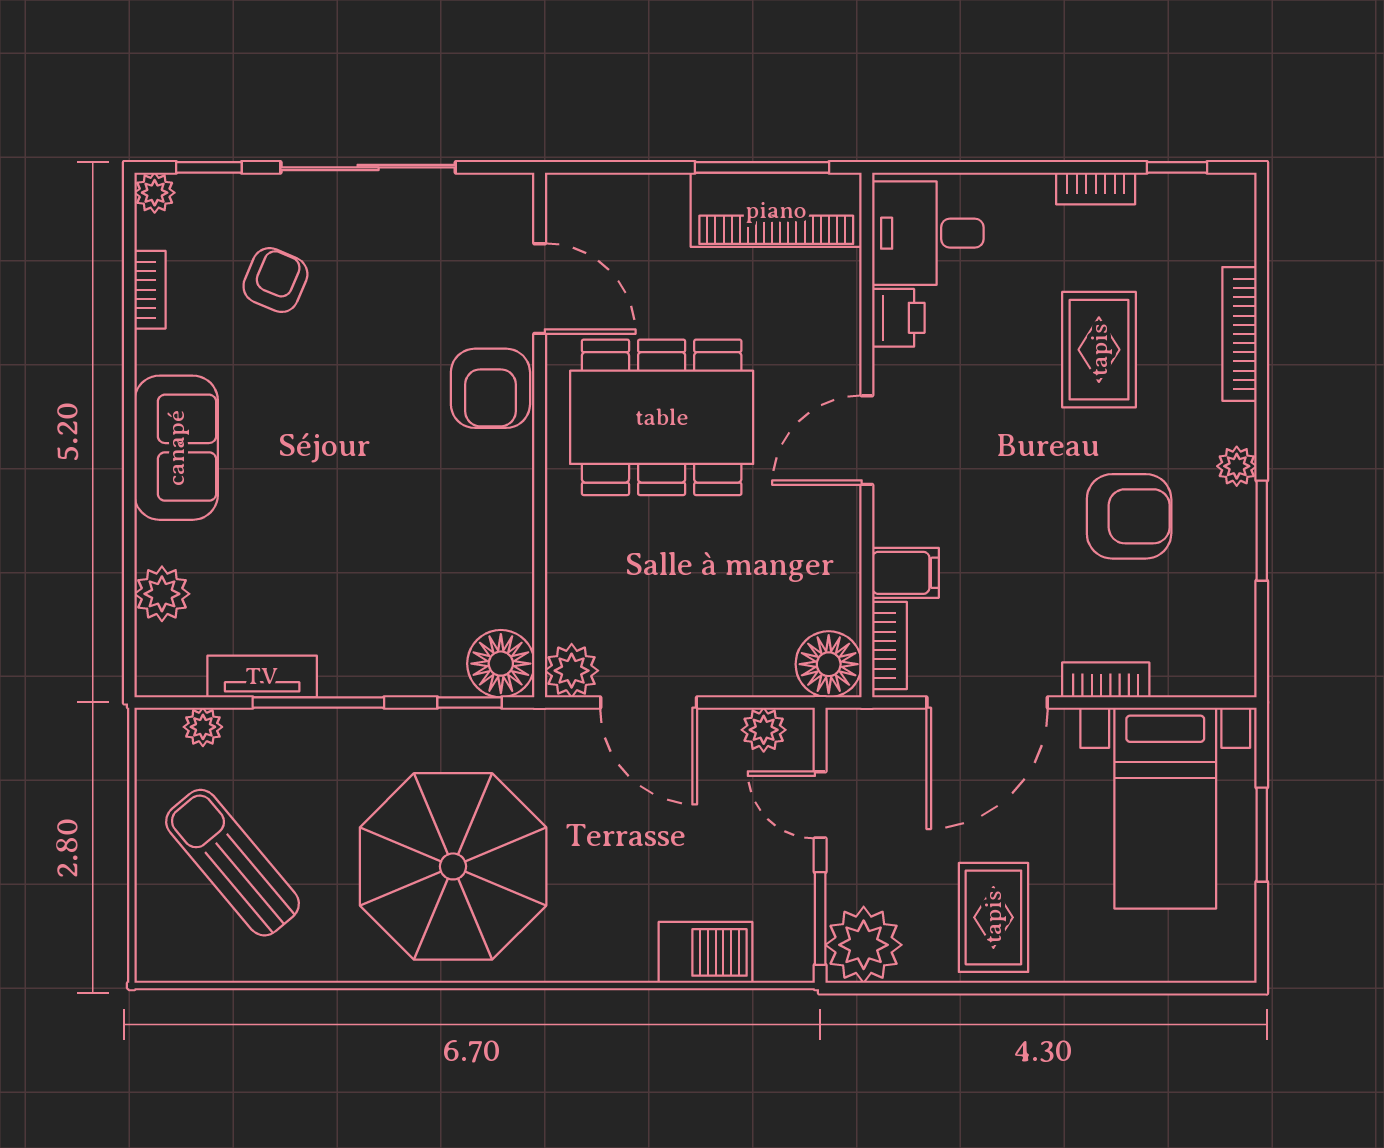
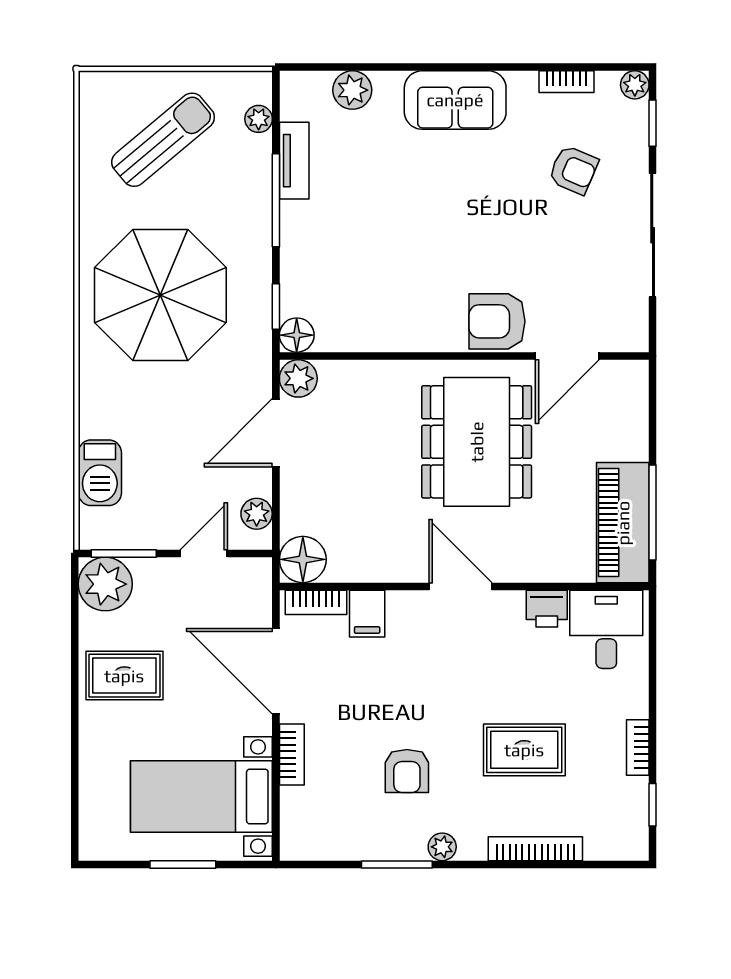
armchair: (1129, 516) -> (407, 771), width x0.72, depth x0.72
floor lamp: (501, 664) -> (297, 335), width x0.73, depth x0.73

